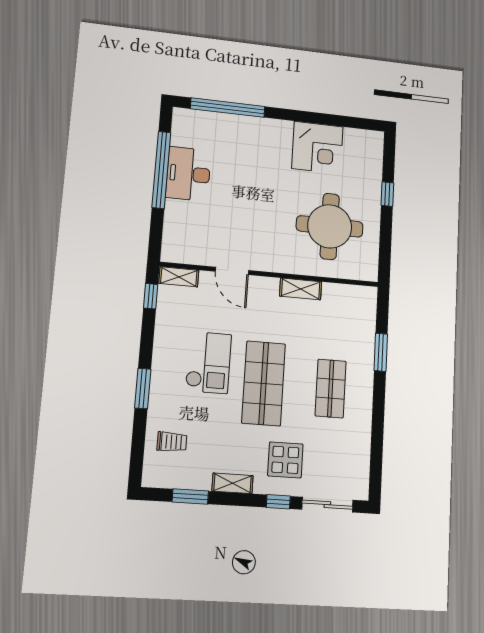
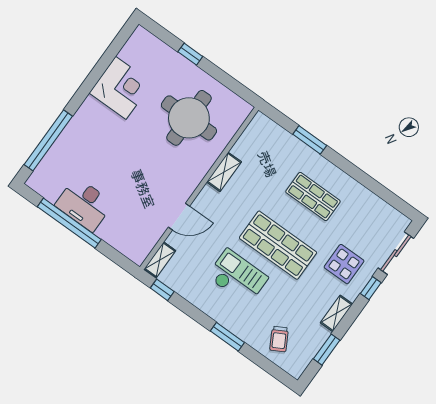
trolley: (172, 442) -> (279, 339), turned 151

